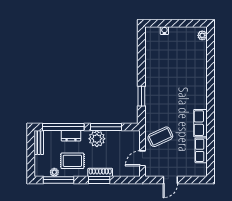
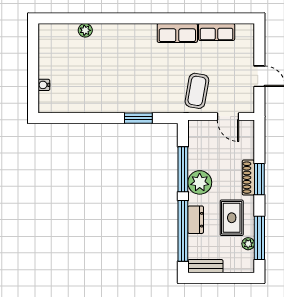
plant: (202, 35) -> (85, 30), moved
coffee table: (160, 137) -> (197, 91), turned 35

